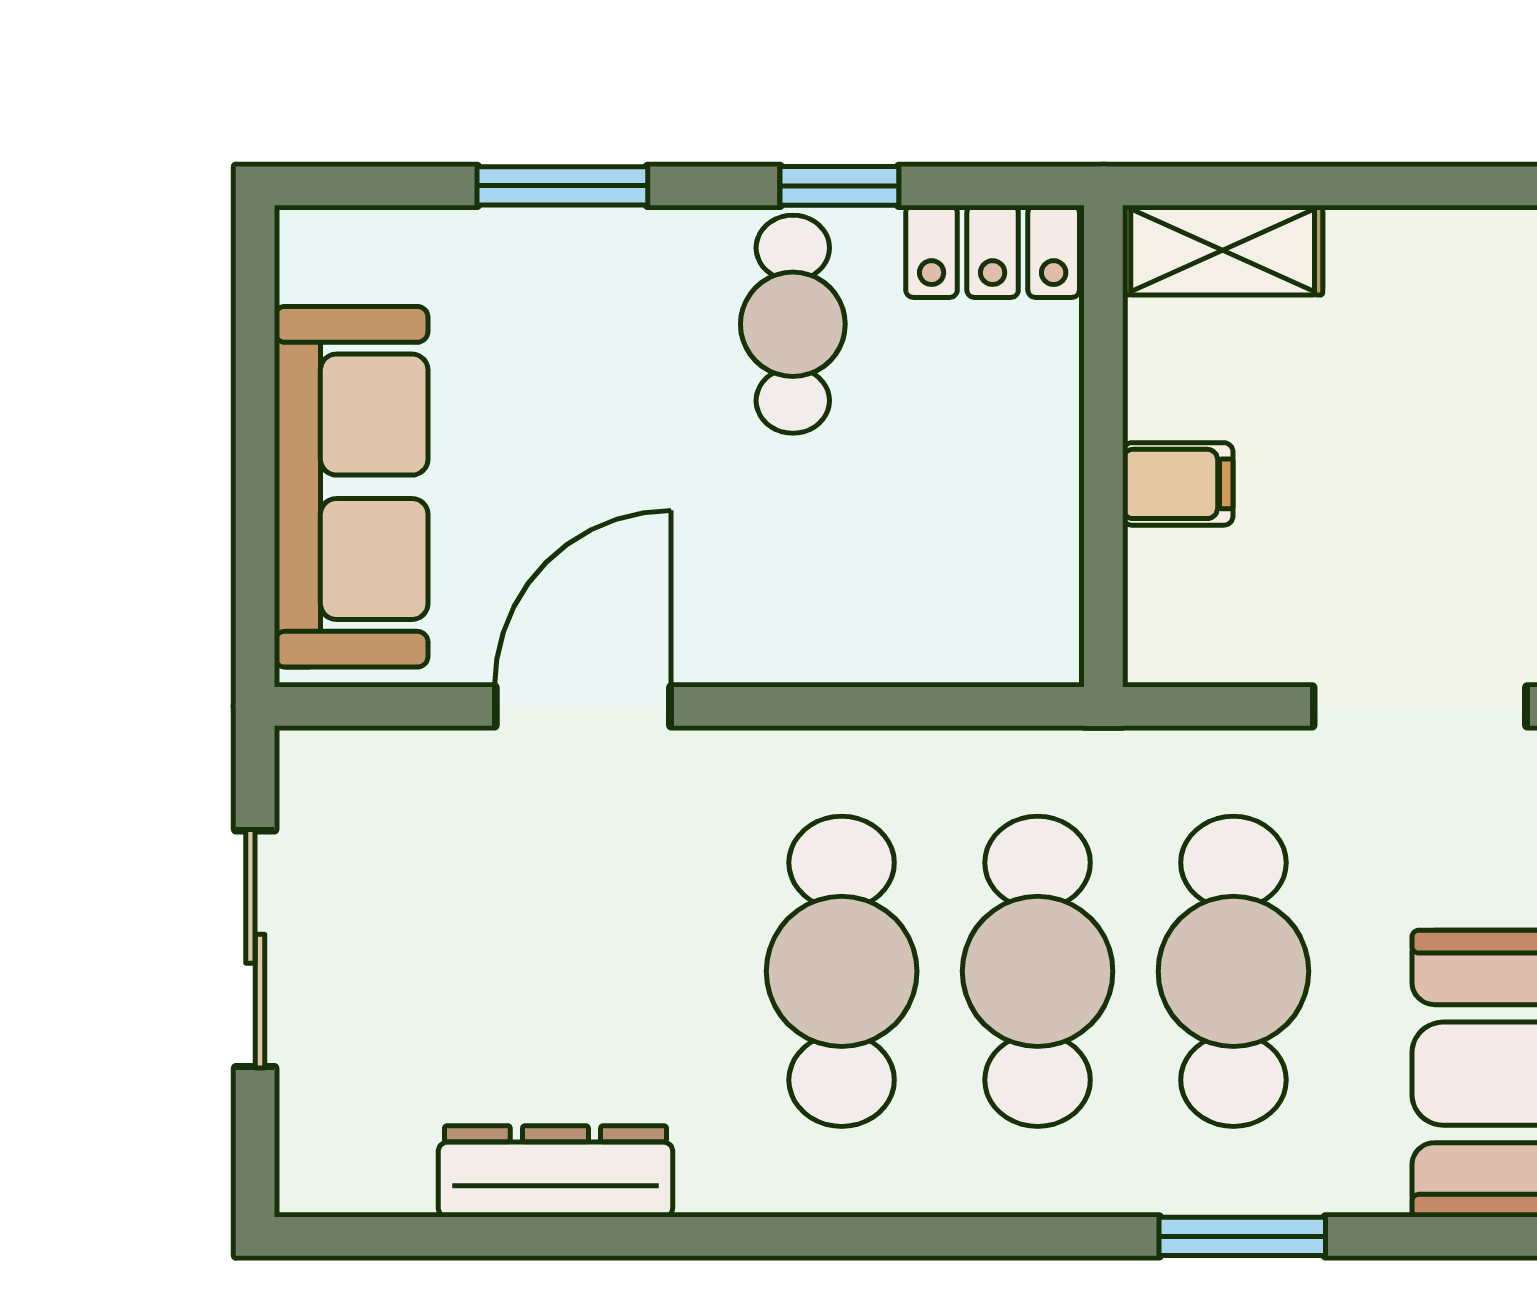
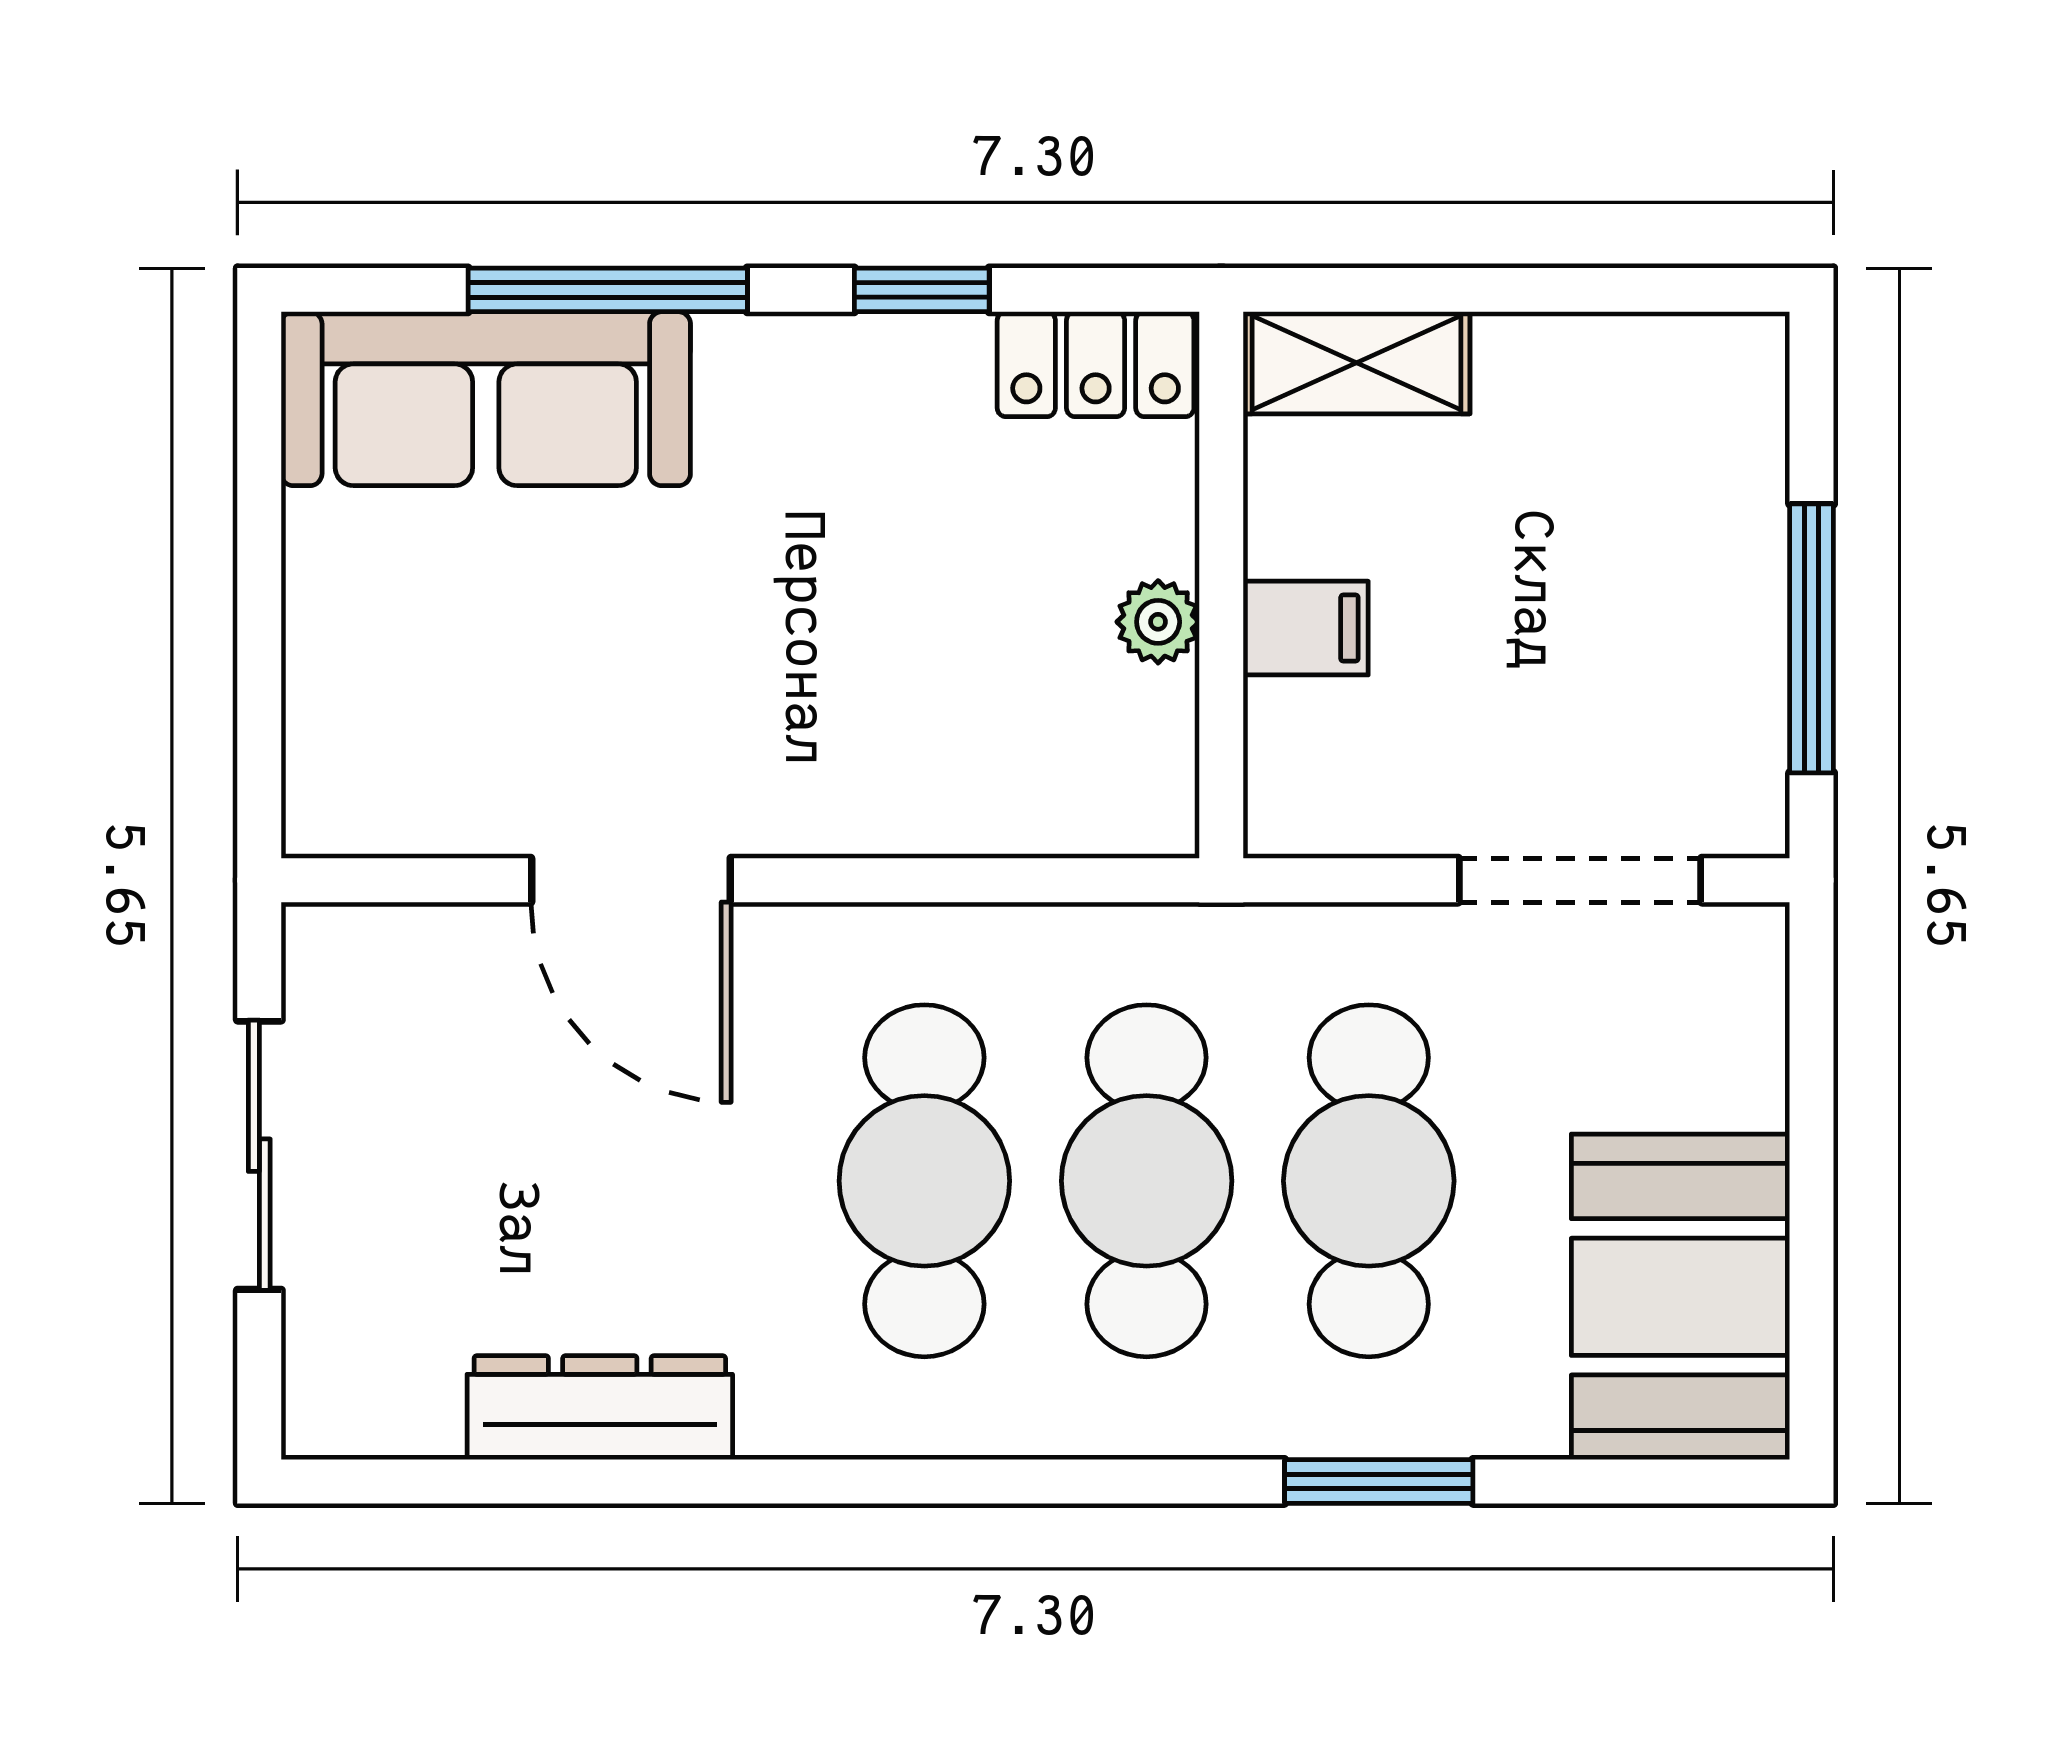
window: (562, 186) -> (608, 290), width x1.44
cafe table: (793, 324) -> (869, 447), removed
plant: (1048, 478) -> (1158, 622), added
sofa: (351, 487) -> (486, 399), moved, turned 90
door: (583, 706) -> (631, 880), swing flipped

